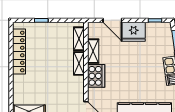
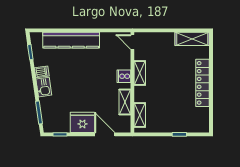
locker: (19, 52) -> (202, 83), moved
shelving: (79, 63) -> (140, 73), moved
cooker: (96, 76) -> (124, 76), width x0.53, depth x0.76

